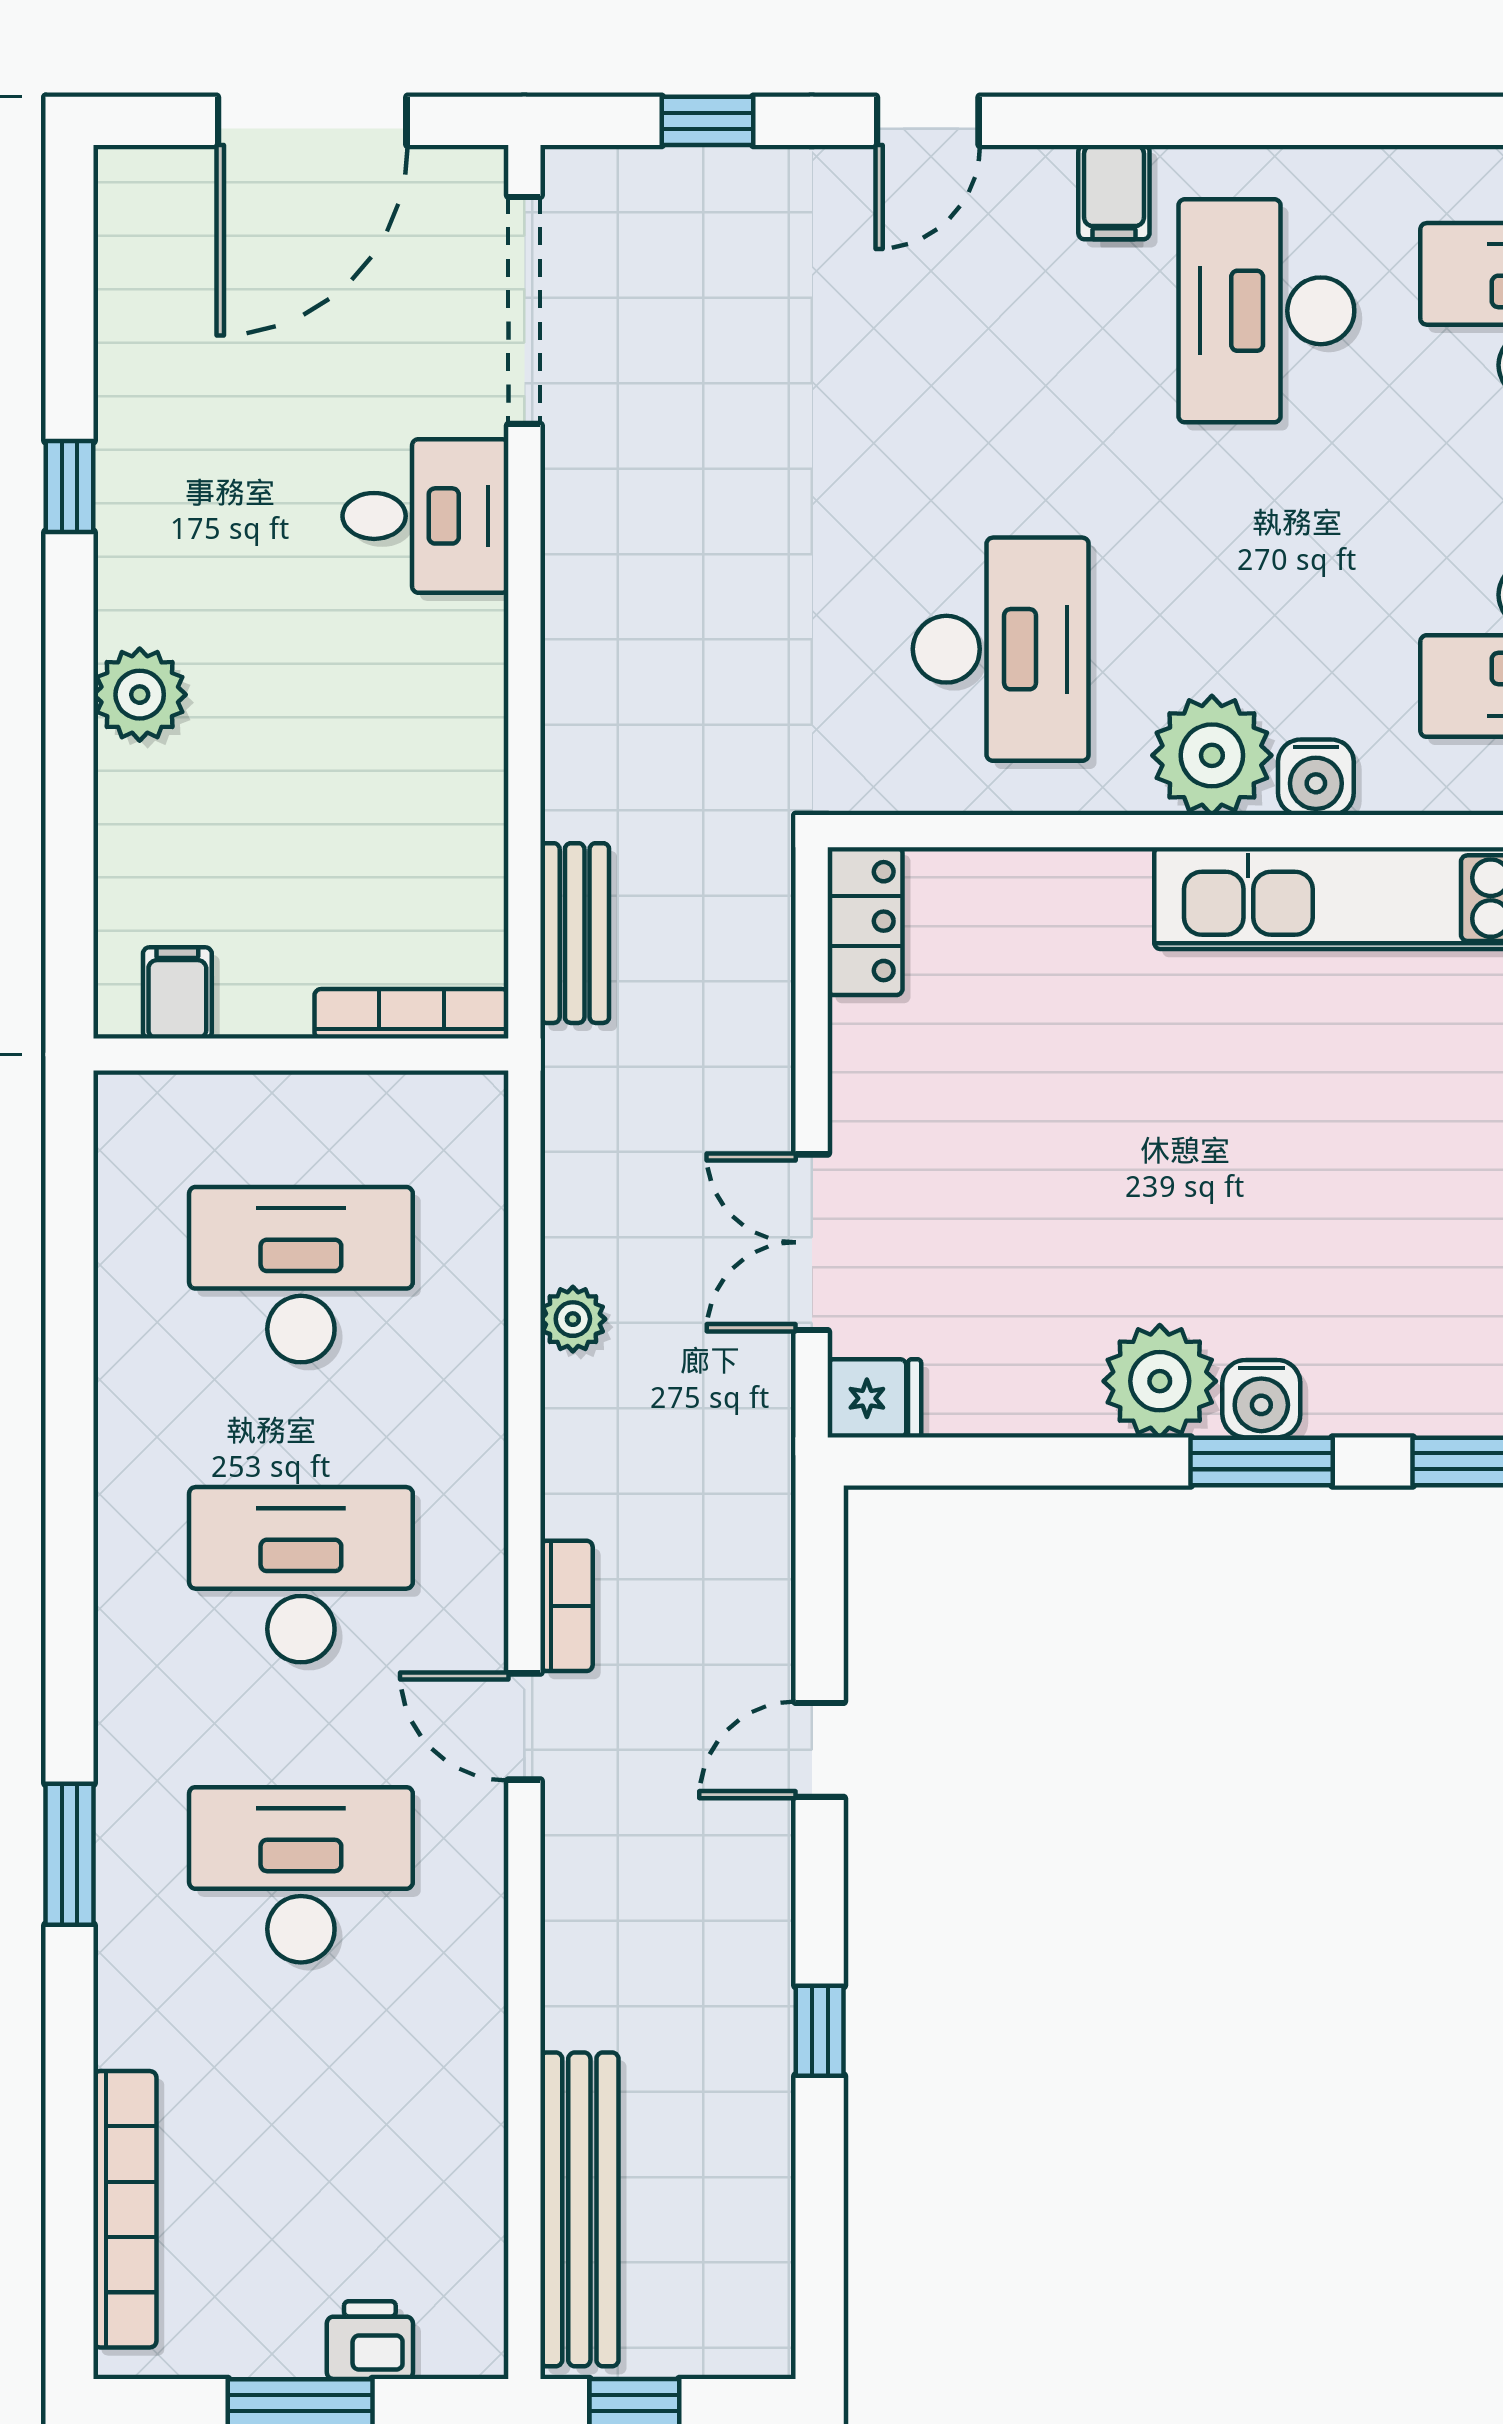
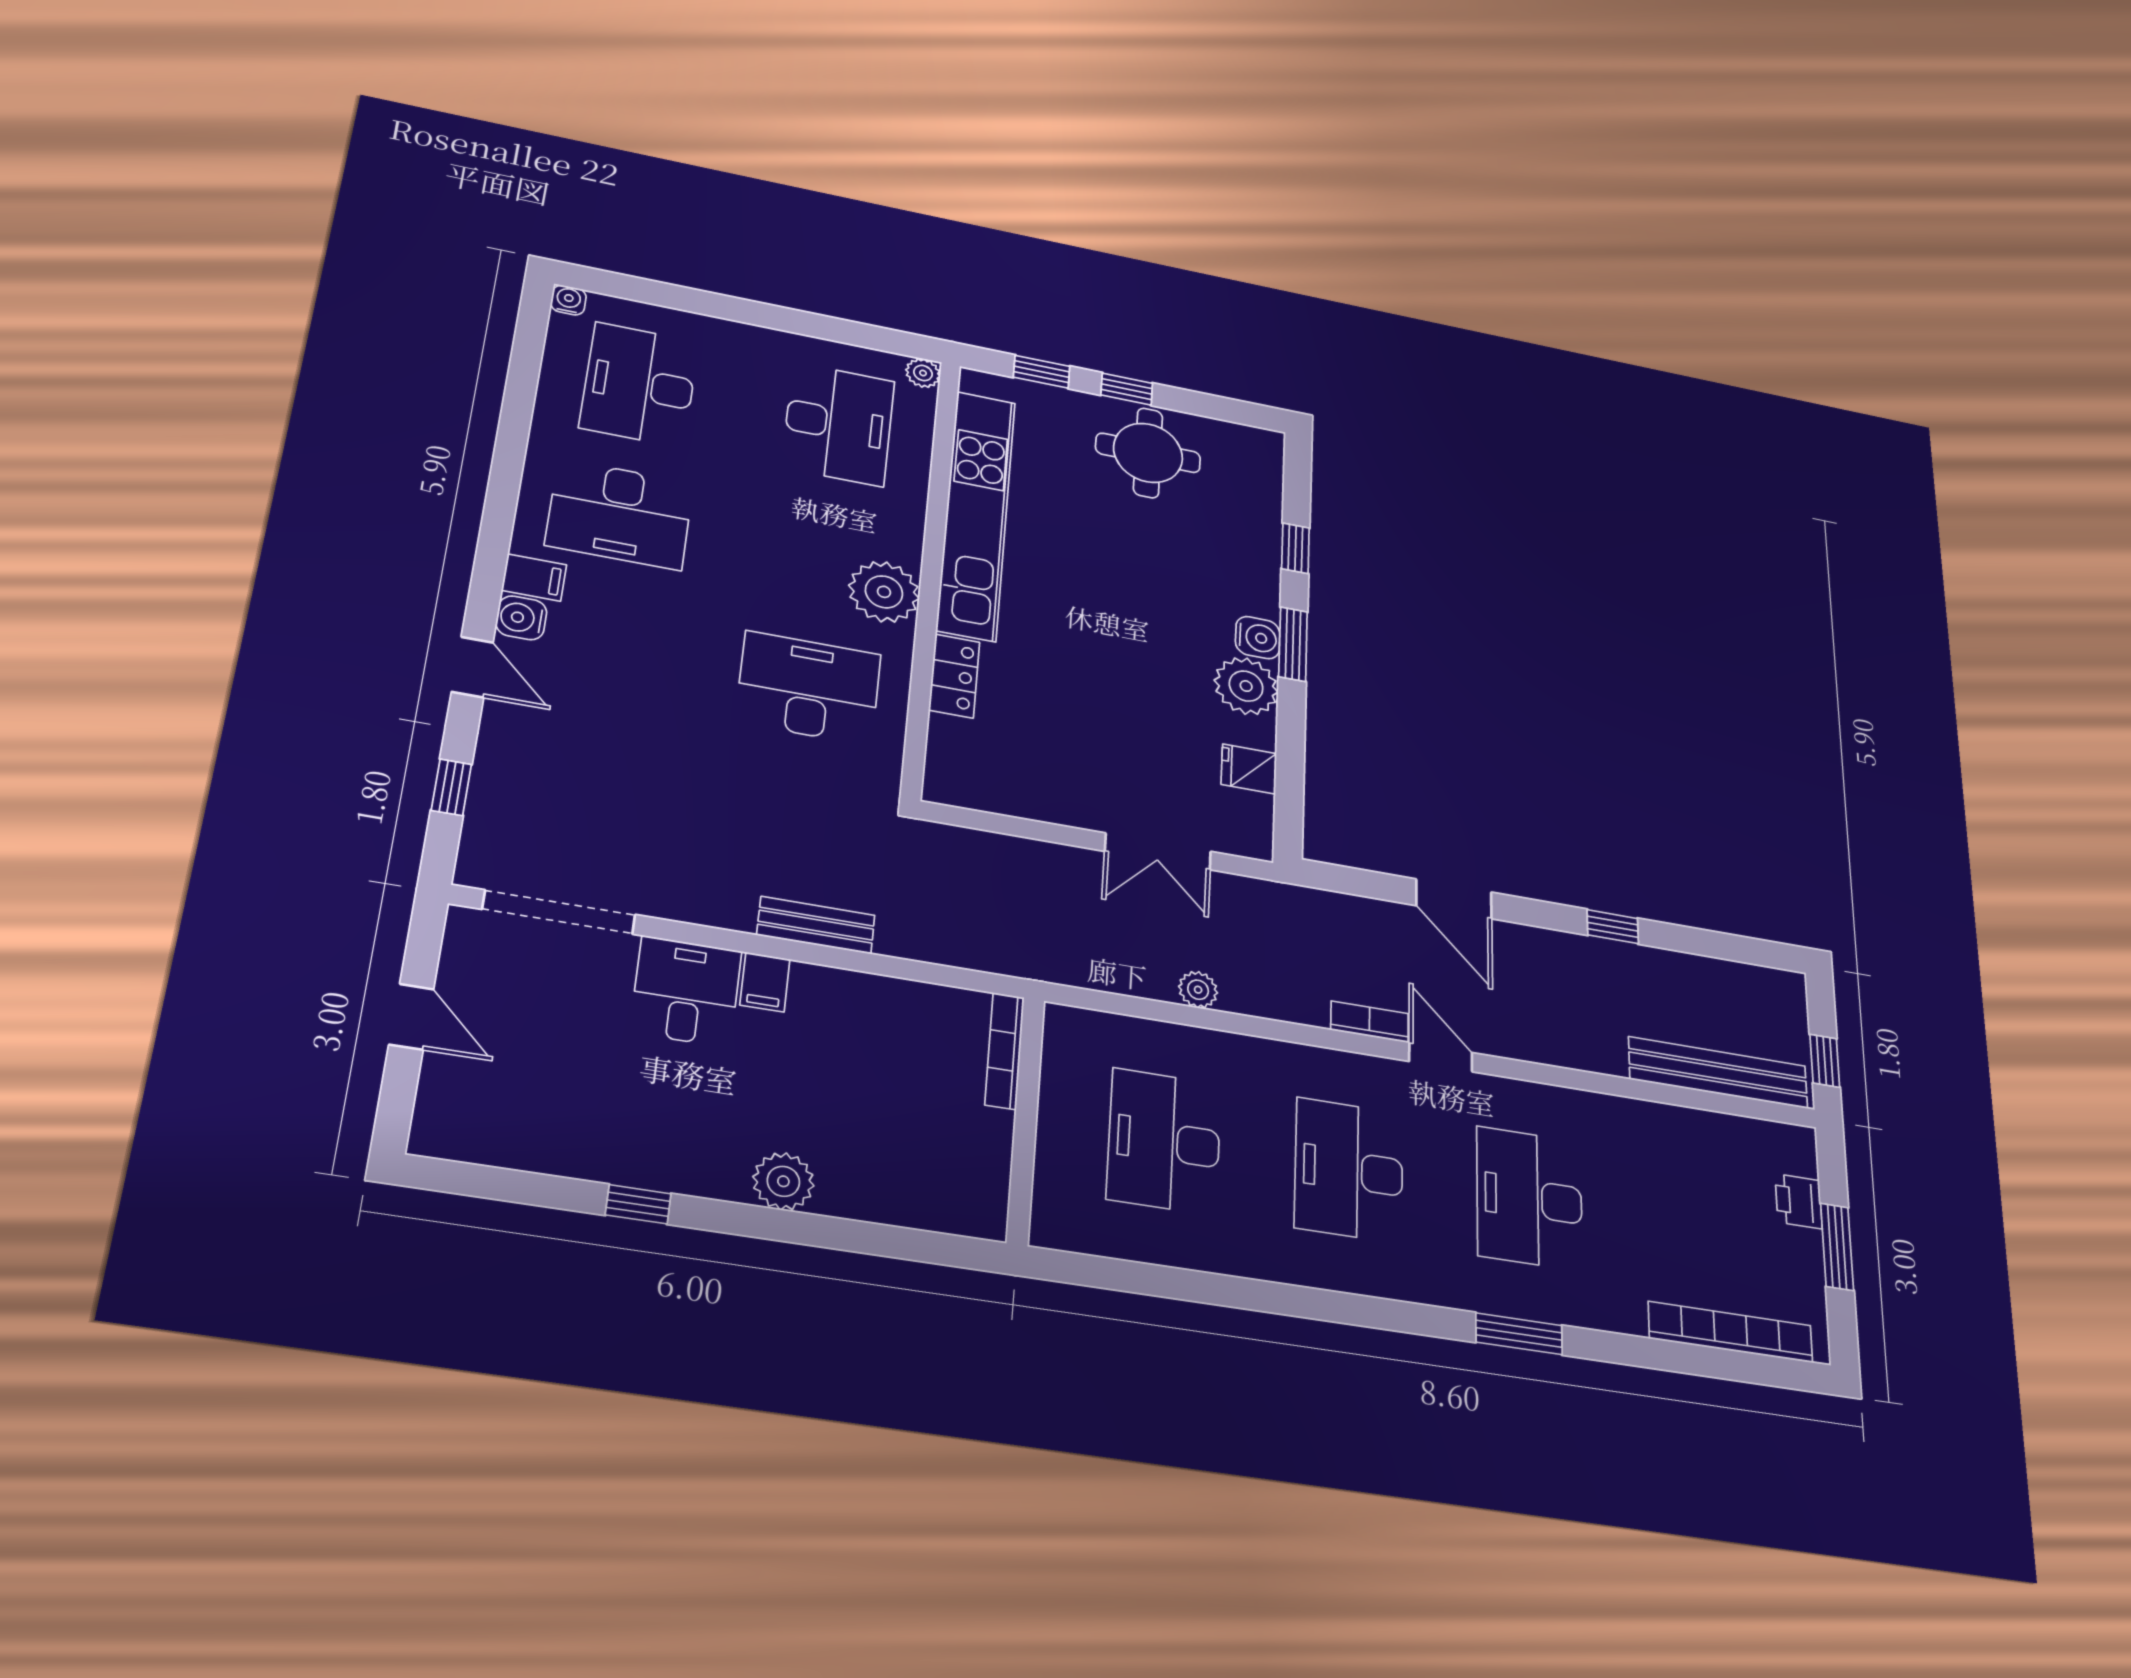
door: (312, 121) -> (411, 1017), width x0.53
water cooler: (1316, 777) -> (521, 618), moved, turned 180
locker: (865, 921) -> (954, 676), moved, turned 90
bench: (575, 933) -> (816, 925), moved
filing cabinet: (177, 993) -> (765, 982), moved, turned -90
fridge: (874, 1398) -> (1249, 769), moved, turned -90
door: (524, 1727) -> (1441, 1057), swing flipped
door: (820, 1750) -> (1454, 899), width x1.38

